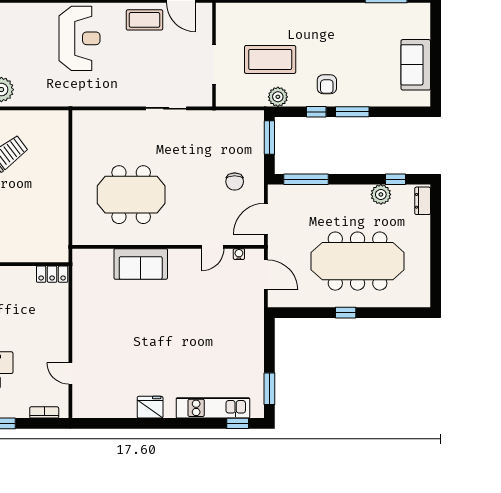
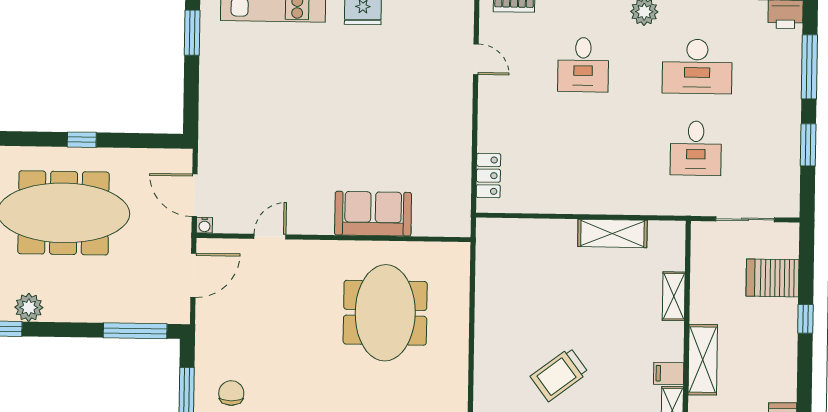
chair: (235, 182) -> (231, 393), moved
meeting table: (131, 195) -> (385, 313), turned 90
water cooler: (239, 254) -> (204, 225), moved
locker: (52, 274) -> (488, 176), moved, turned 90

